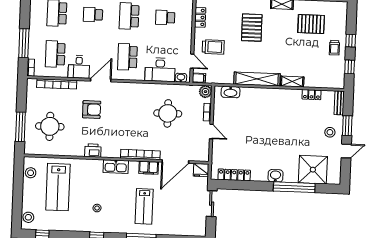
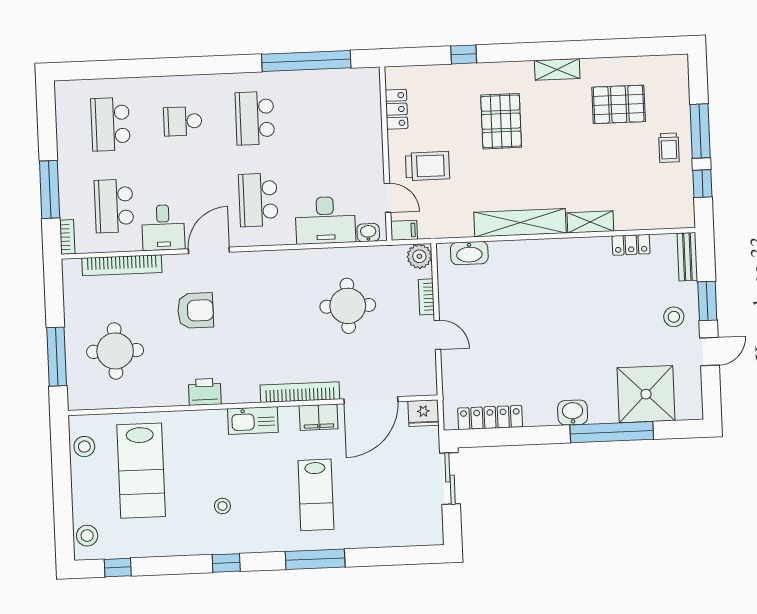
school desk: (165, 17) -> (327, 115), removed
window: (351, 41) -> (700, 131), width x2.17

